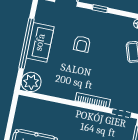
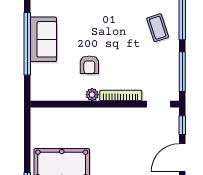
armchair: (82, 44) -> (89, 65), moved
plant: (31, 82) -> (92, 95), moved, width x0.53, depth x0.53

